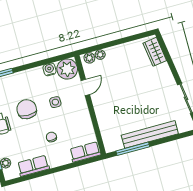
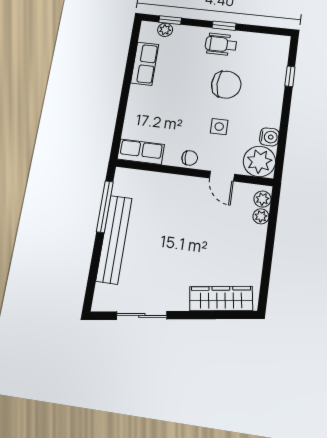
wardrobe: (155, 52) -> (221, 299), width x1.50
chair: (51, 137) -> (190, 158), moved
row of seats: (85, 152) -> (141, 152), moved, turned -90

